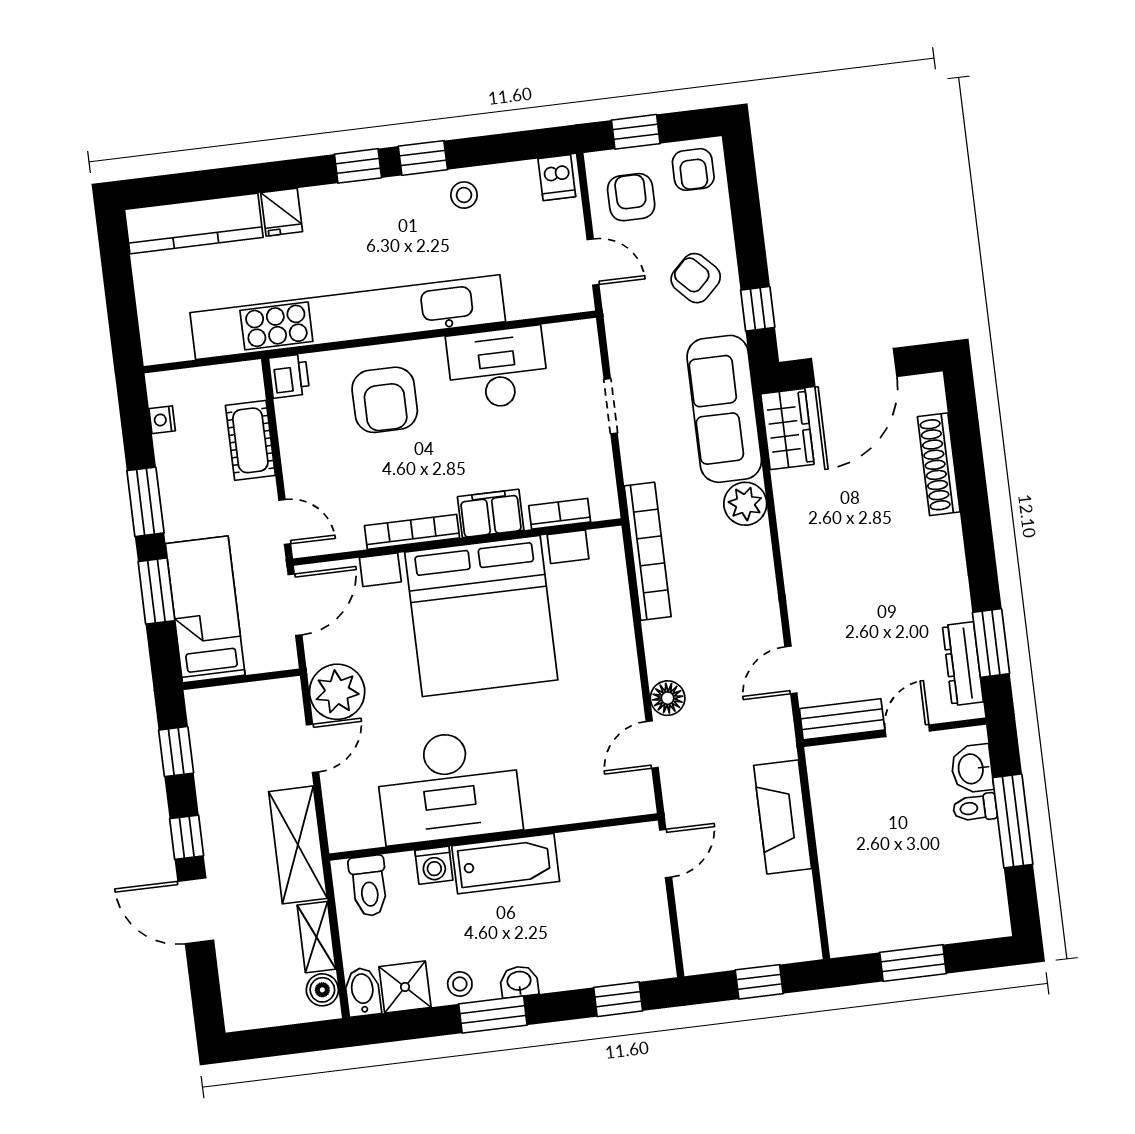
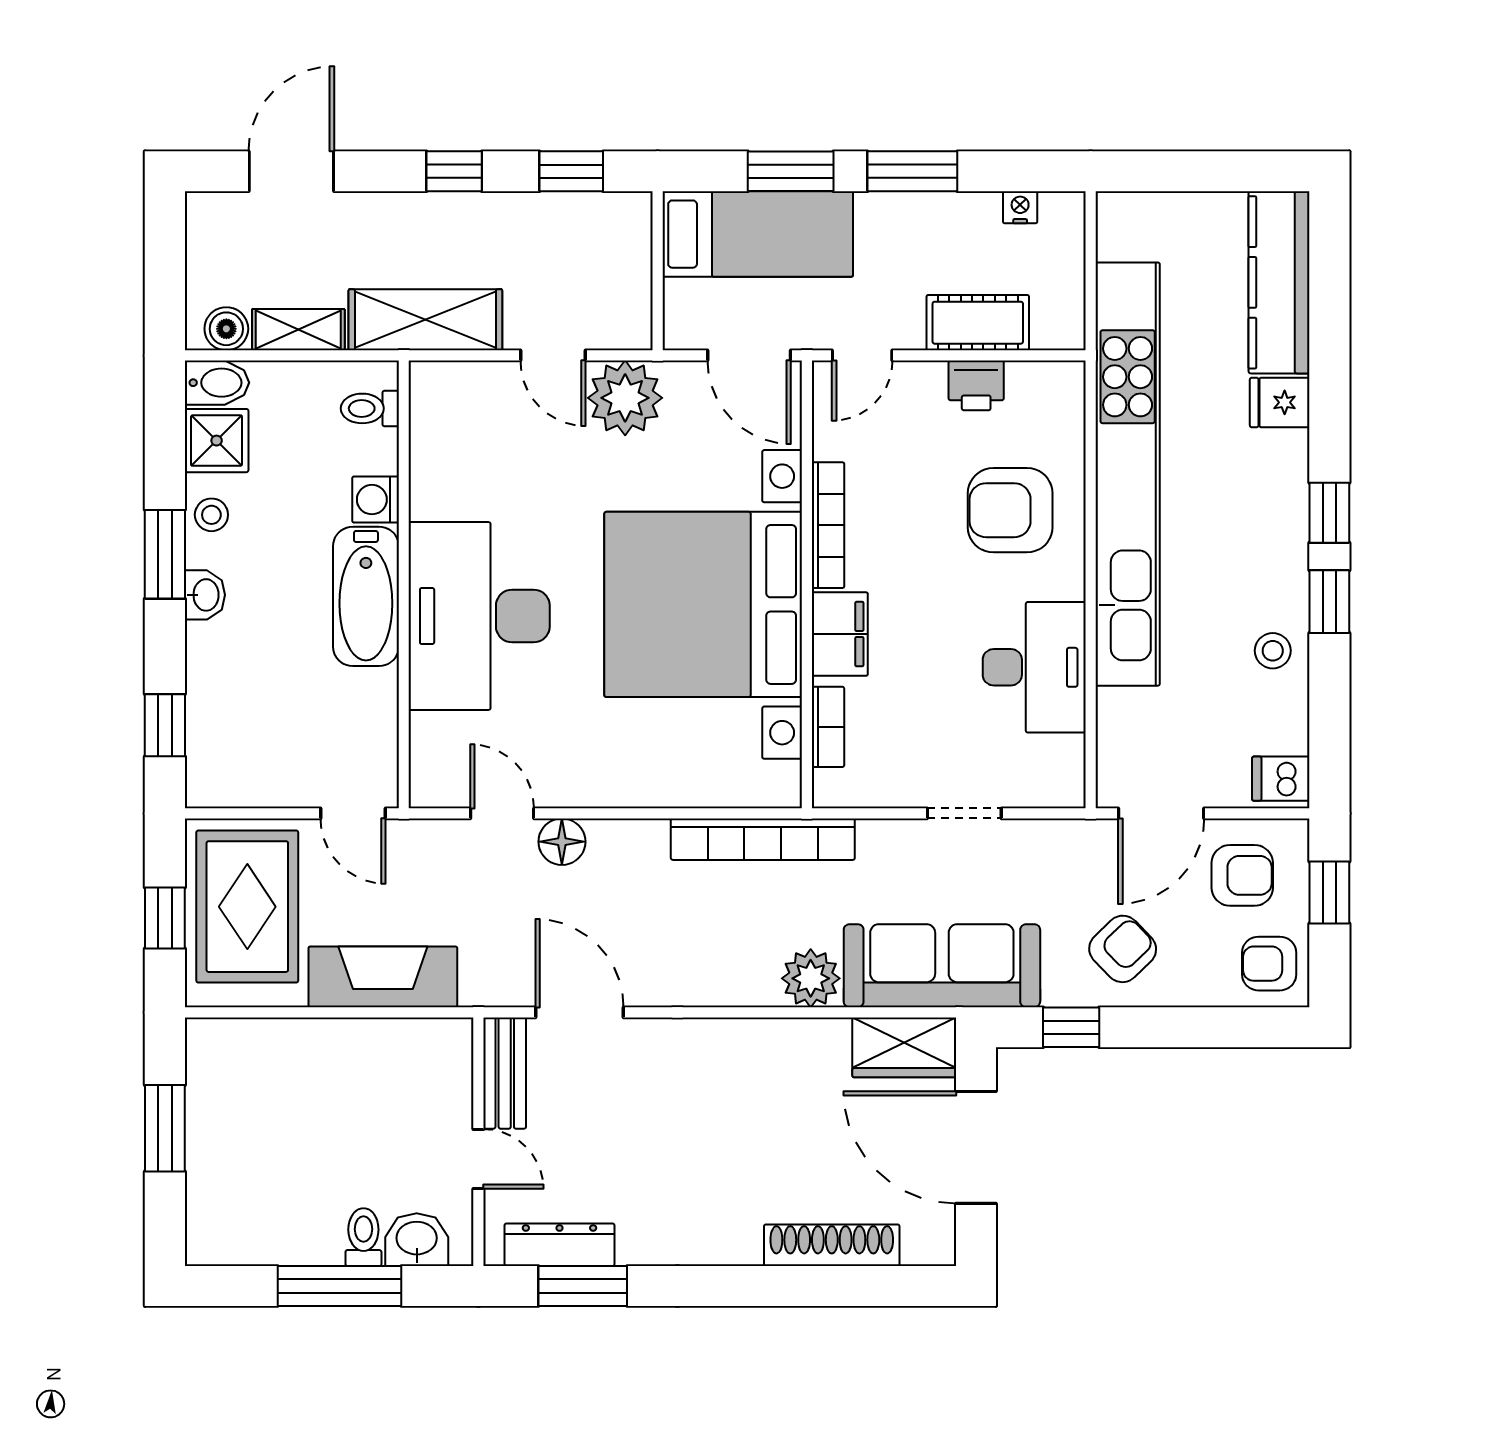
door: (593, 262) -> (1161, 813), width x1.38
printer: (289, 376) -> (976, 385), moved
door: (791, 670) -> (580, 1012), width x1.37
desk: (449, 786) -> (479, 616), moved
toilet: (369, 886) -> (370, 408), width x0.73, depth x0.72
door: (196, 911) -> (291, 171), moved
rug: (743, 923) -> (247, 907), added

